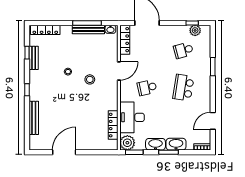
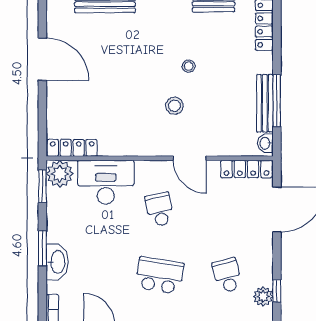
locker: (113, 125) -> (72, 148), moved
washbasin: (155, 144) -> (57, 225), removed

